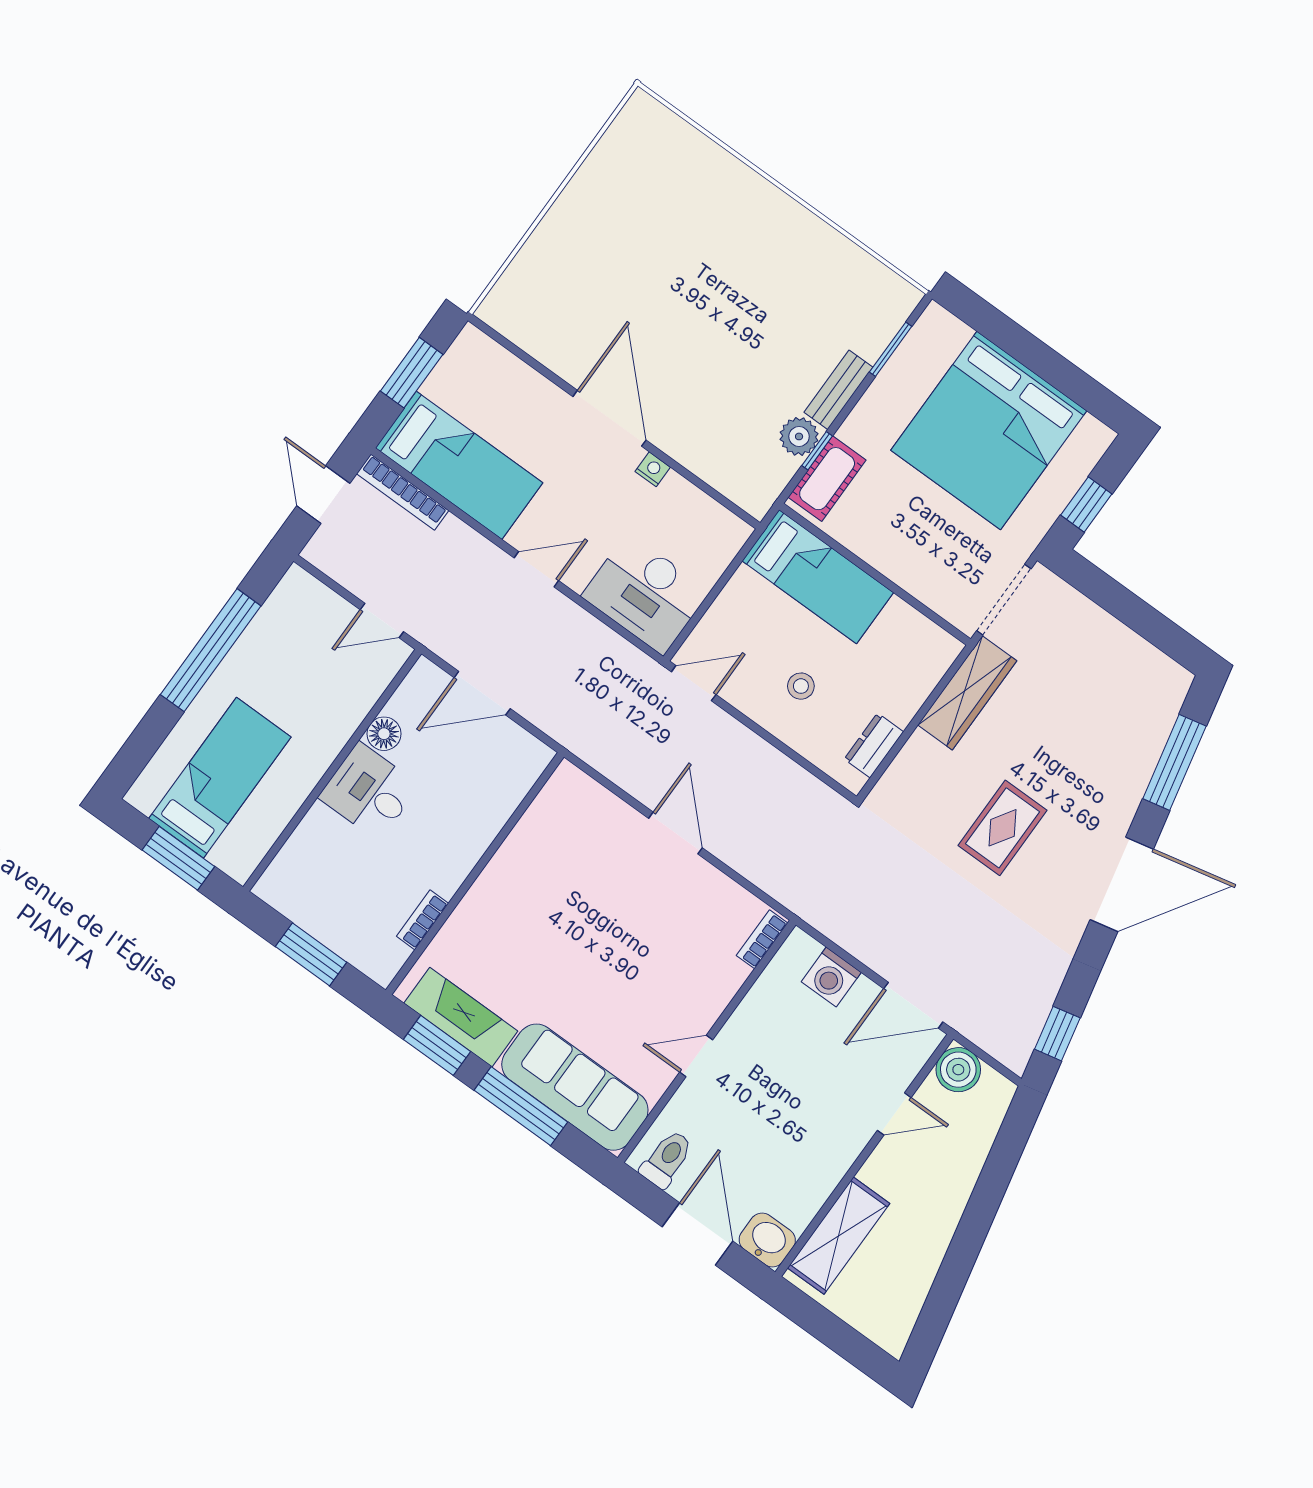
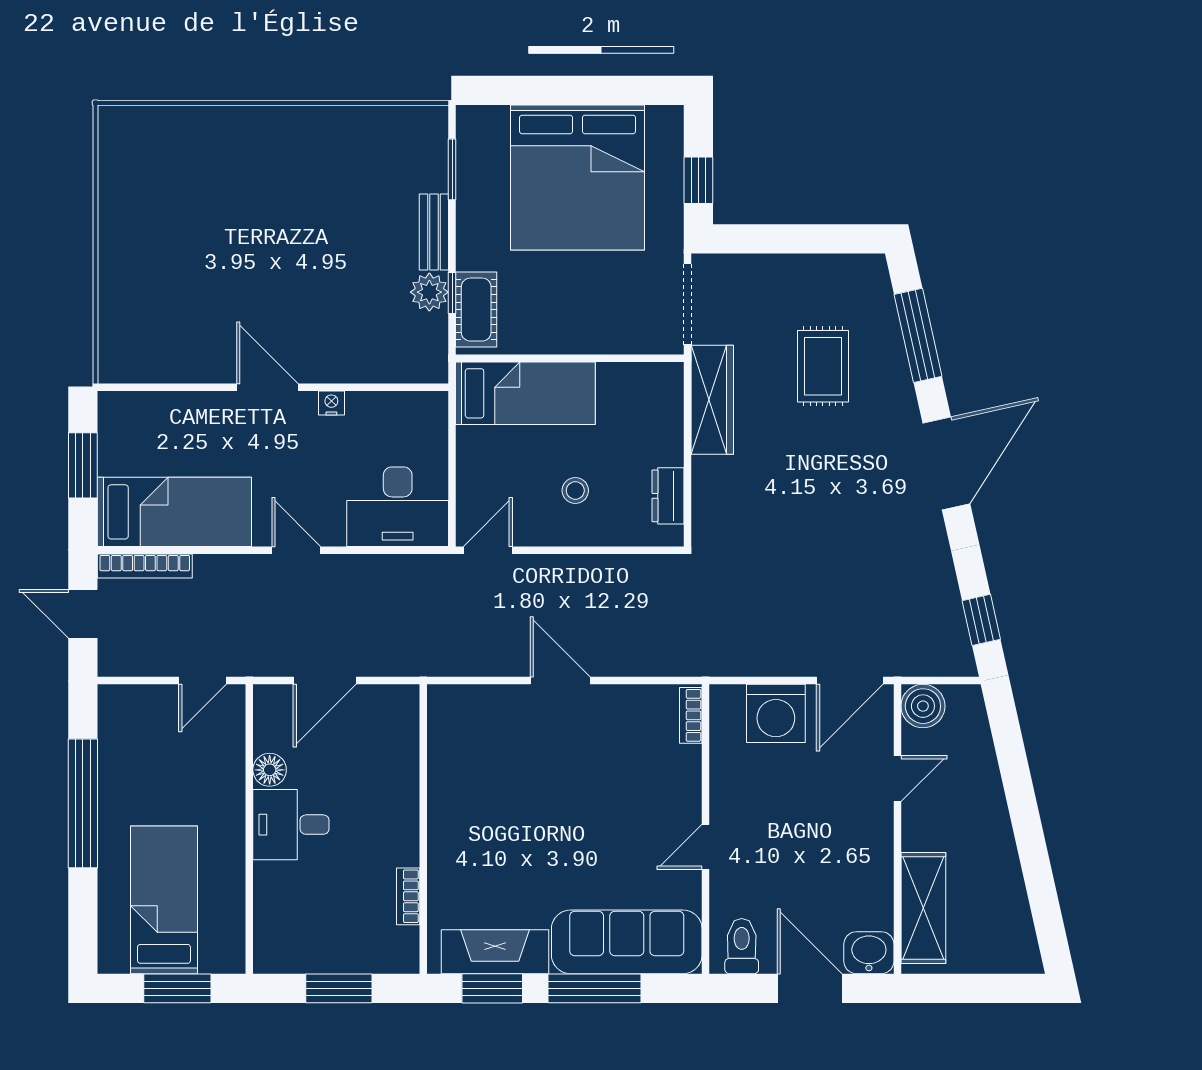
door: (609, 418) -> (267, 387), width x0.73
door: (536, 569) -> (296, 550), hinge flipped
rug: (1003, 828) -> (823, 366), moved
washing machine: (831, 977) -> (776, 713), width x1.37, depth x1.37

